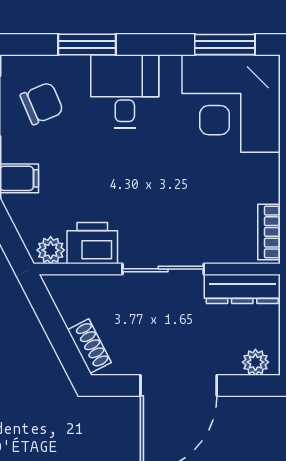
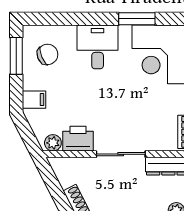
window: (87, 44) -> (75, 19), removed
window: (225, 44) -> (137, 19), moved

